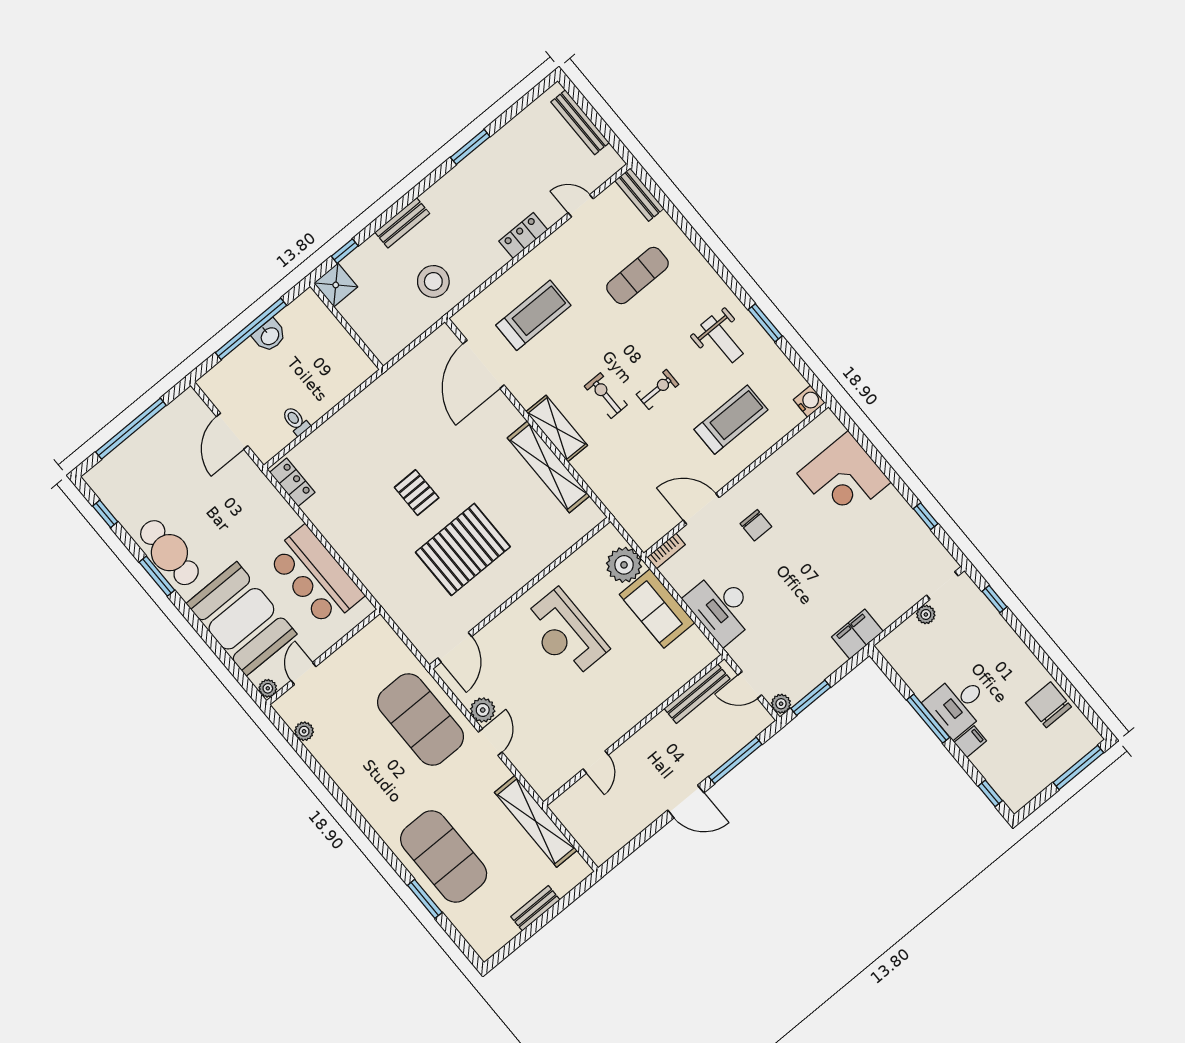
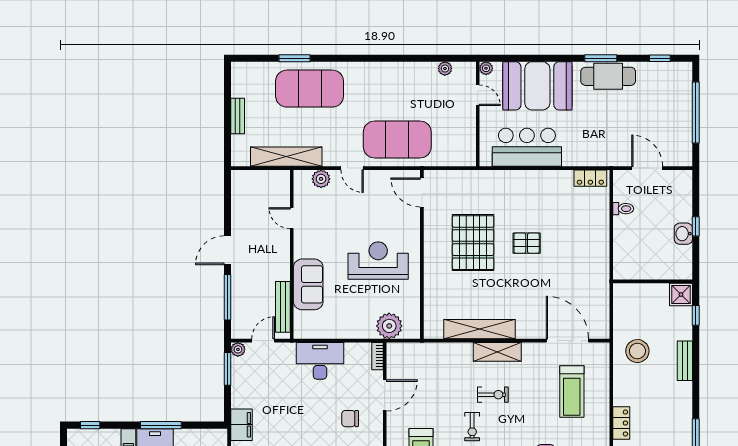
window: (251, 329) -> (696, 226), width x0.32
sofa: (657, 608) -> (308, 284), moved, turned 90
plant: (483, 710) -> (321, 179), moved

